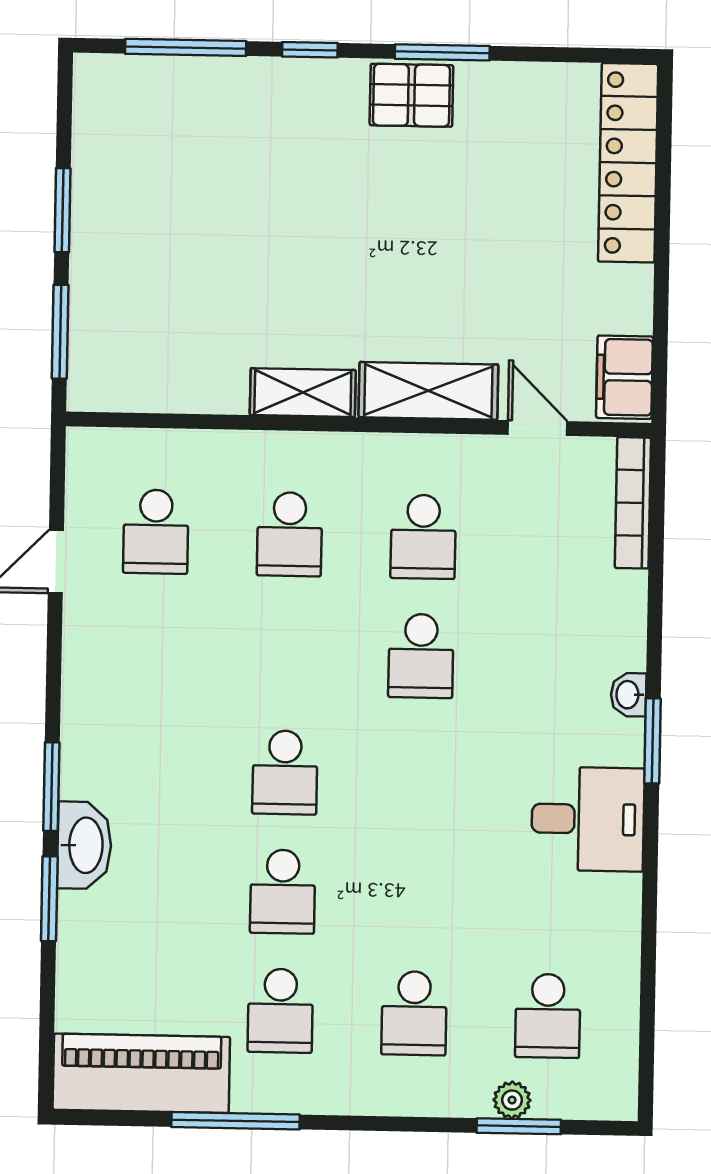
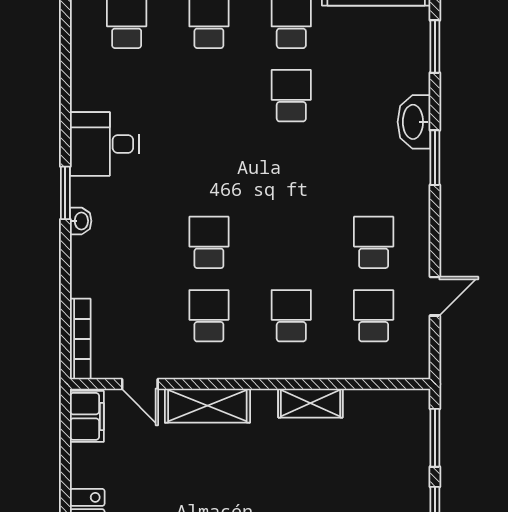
shelving: (303, 393) -> (310, 403), moved
school desk: (285, 772) -> (374, 242), moved
window: (49, 899) -> (435, 46), moved

